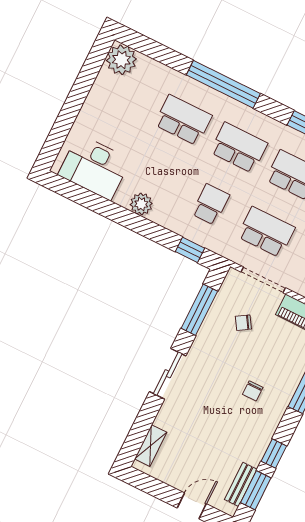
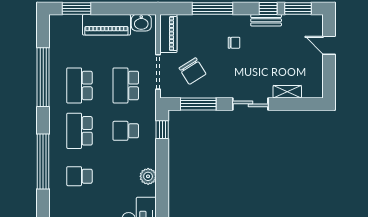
school desk: (183, 120) -> (79, 176), width x0.54
chair: (243, 323) -> (192, 71), width x1.87, depth x1.87
shelving: (151, 446) -> (287, 92), moved
bench: (241, 484) -> (266, 20), moved

